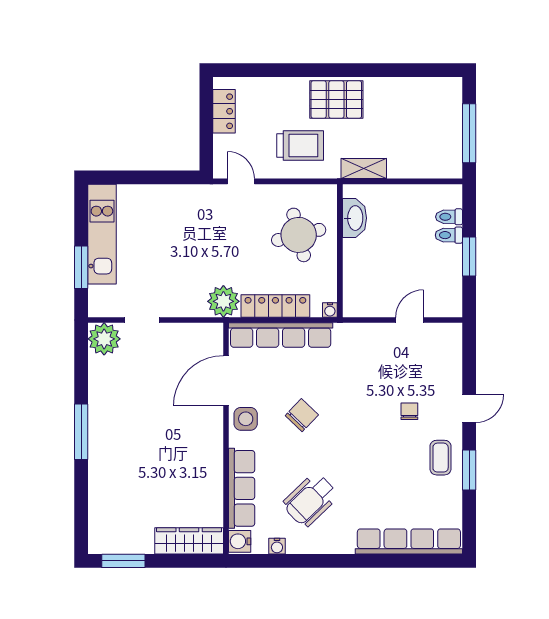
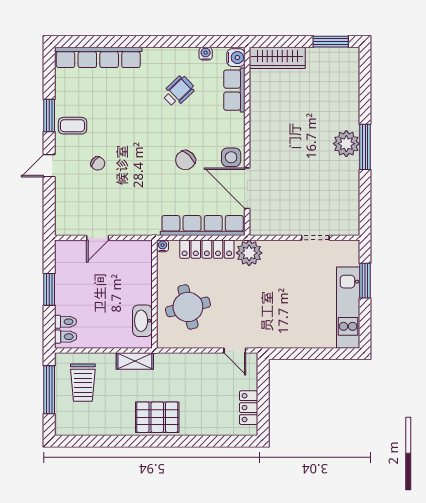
trolley: (300, 145) -> (83, 383), moved, turned -90
toilet: (449, 235) -> (66, 337), moved
plant: (104, 339) -> (346, 144), moved
door: (226, 381) -> (247, 188), swing flipped
chair: (409, 411) -> (98, 163), turned -52
coffee table: (441, 458) -> (72, 126), turned 90
row of seats: (242, 488) -> (234, 90), width x0.68
wheelchair: (310, 500) -> (178, 91), width x0.73, depth x0.73

